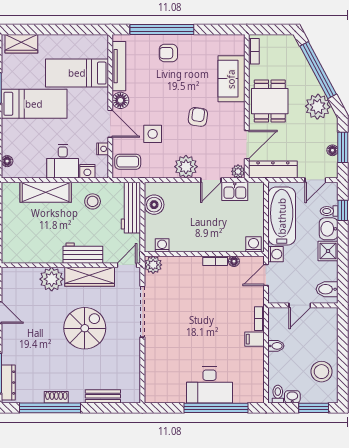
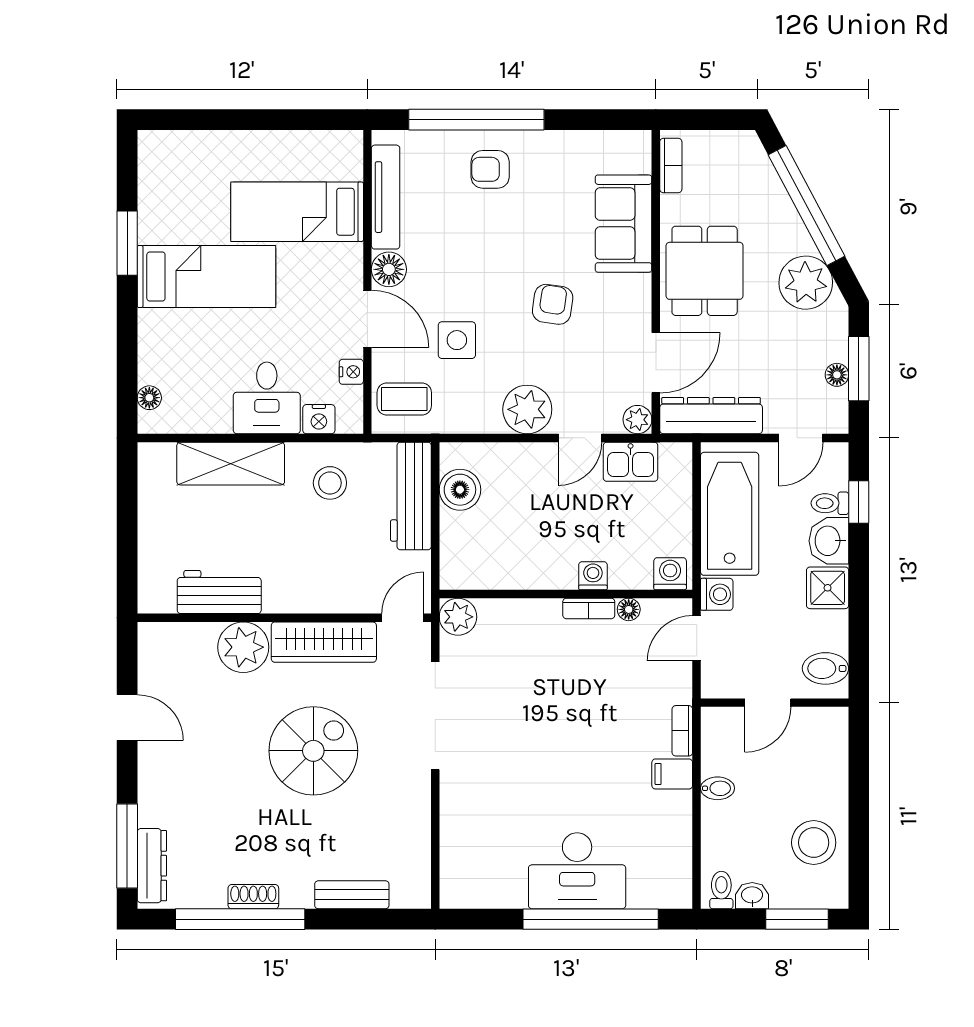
wardrobe: (21, 44) -> (180, 150), removed
washing machine: (162, 245) -> (593, 576), moved
workbench: (83, 253) -> (219, 592), moved

